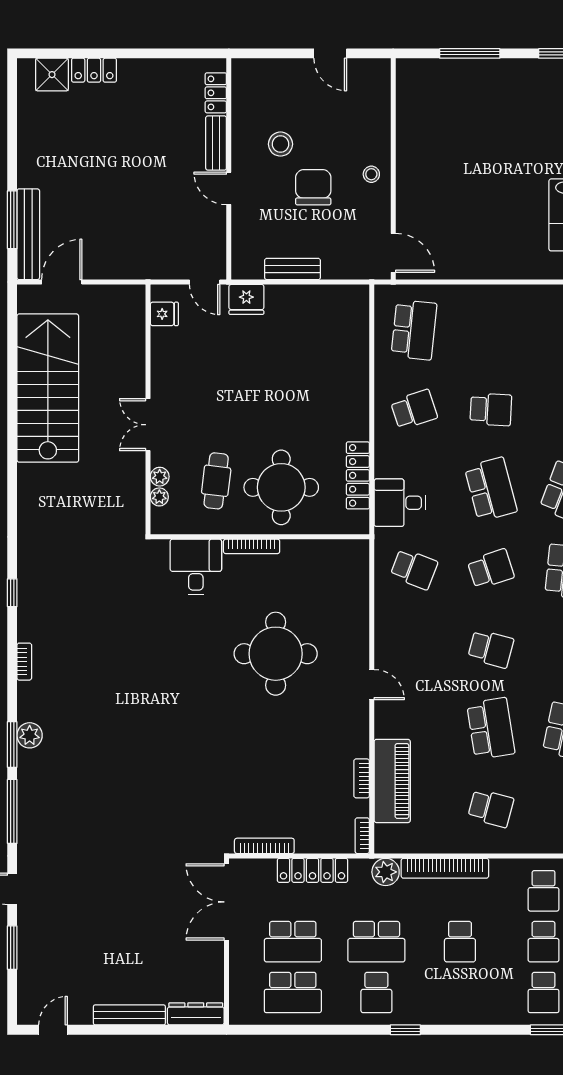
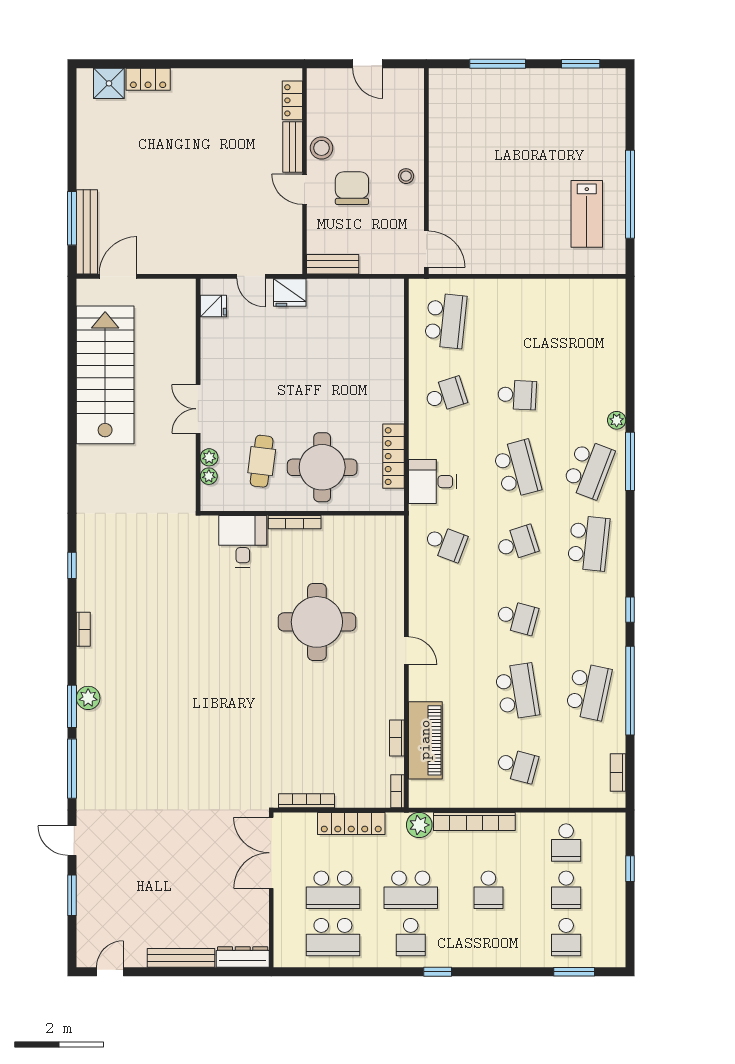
locker: (216, 93) -> (292, 100), moved
bench: (216, 143) -> (293, 147), moved
wall: (229, 169) -> (304, 171), moved
door: (229, 188) -> (304, 189), moved

